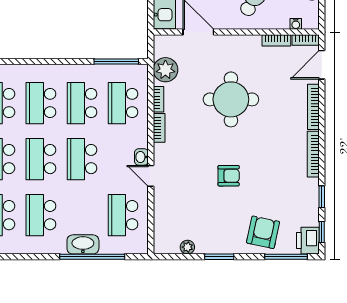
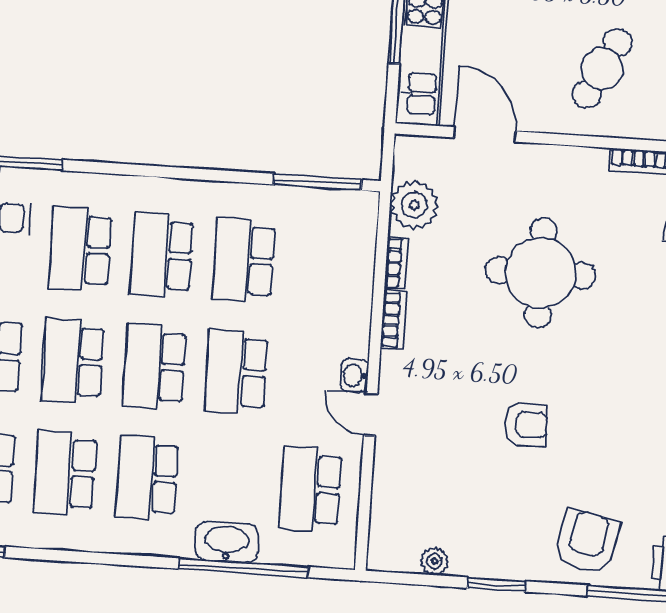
school desk: (123, 103) -> (325, 266), removed

